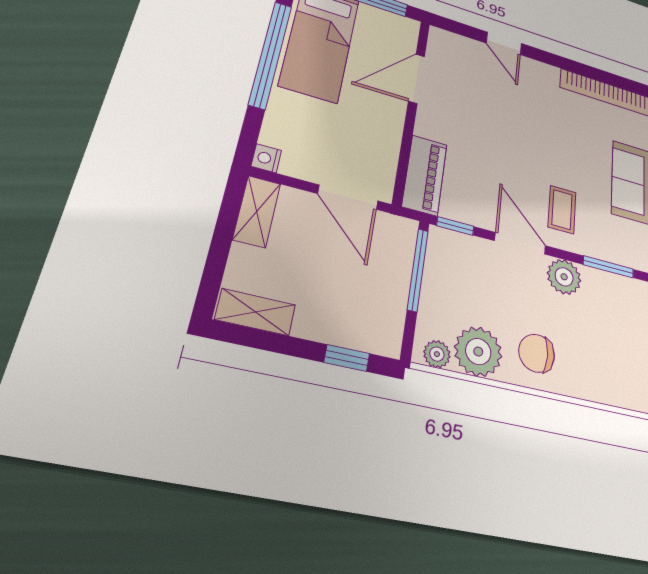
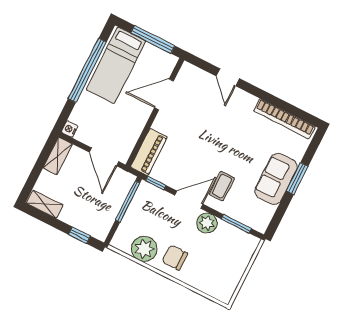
door: (520, 243) -> (189, 200), hinge flipped
plant: (437, 354) -> (123, 245), removed

